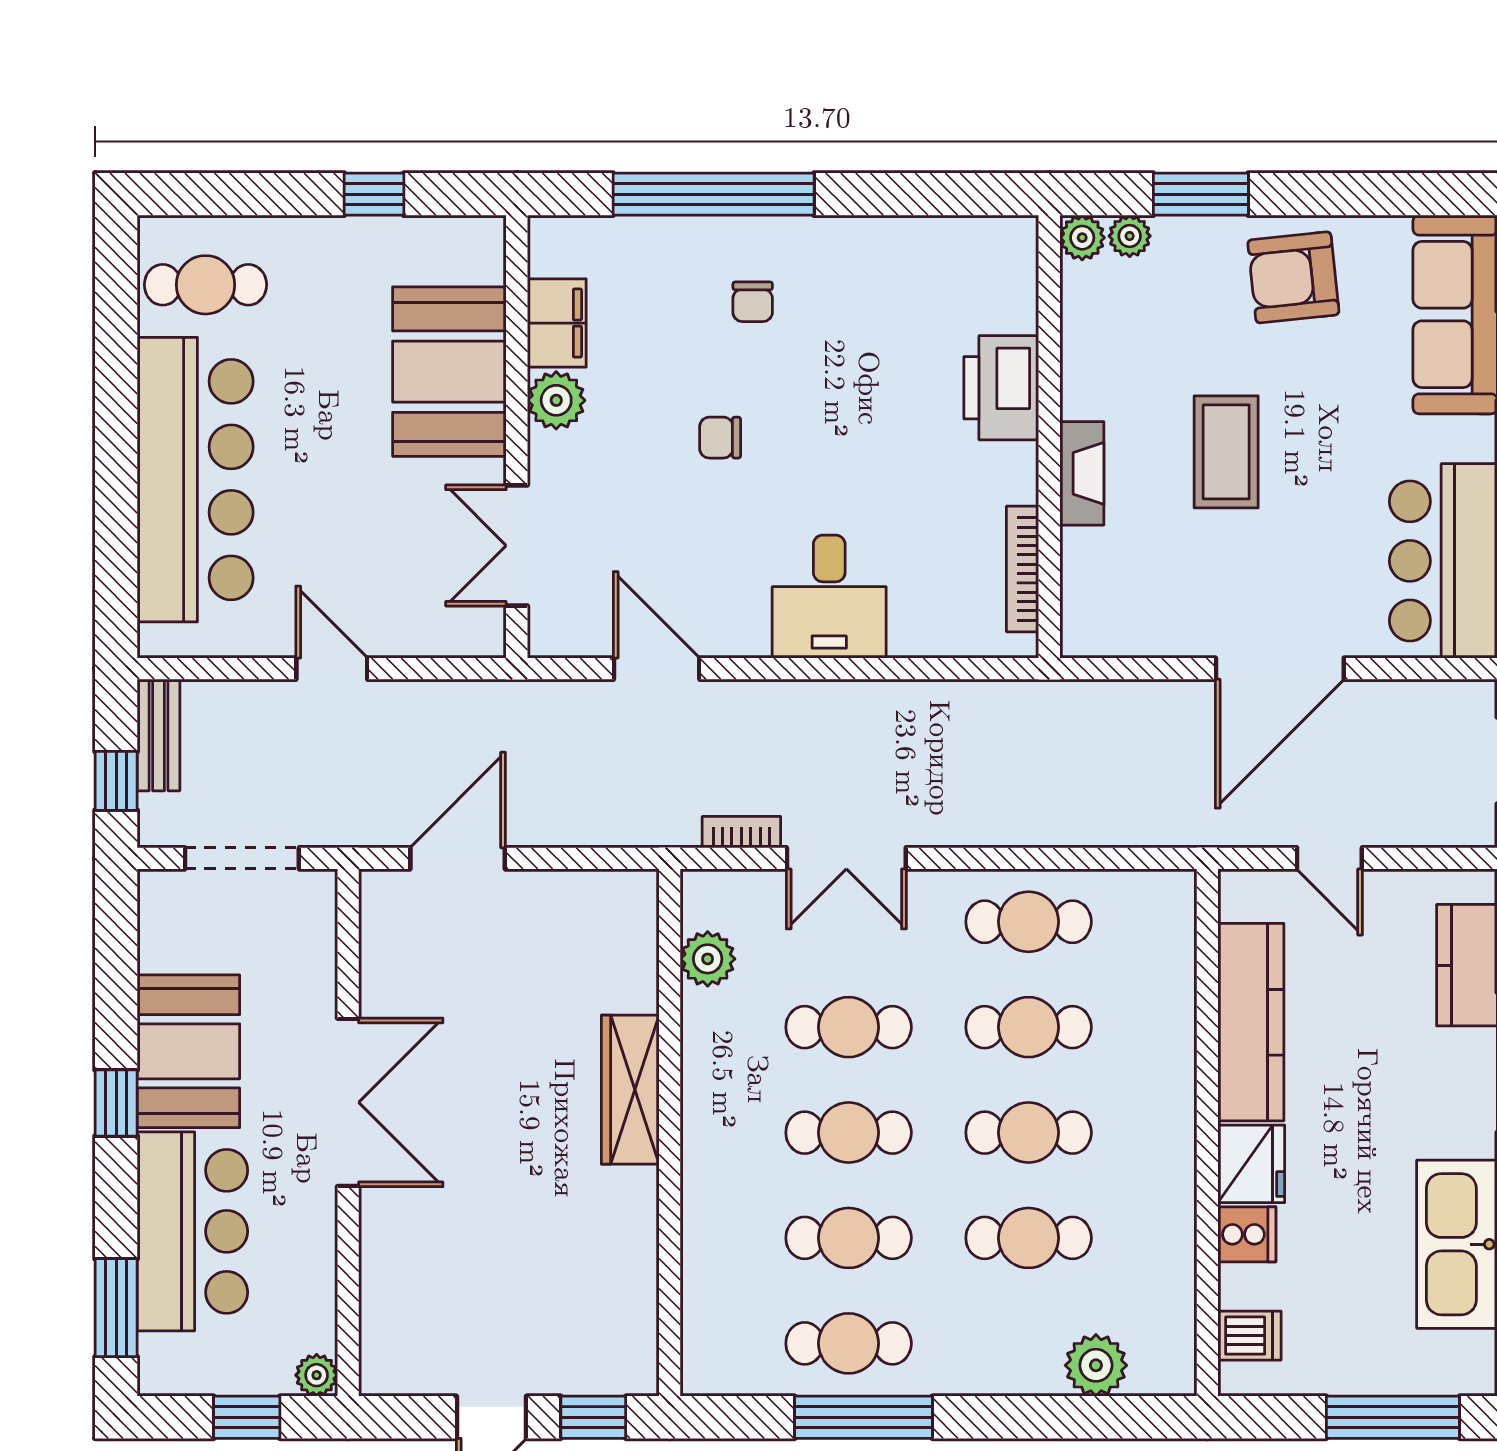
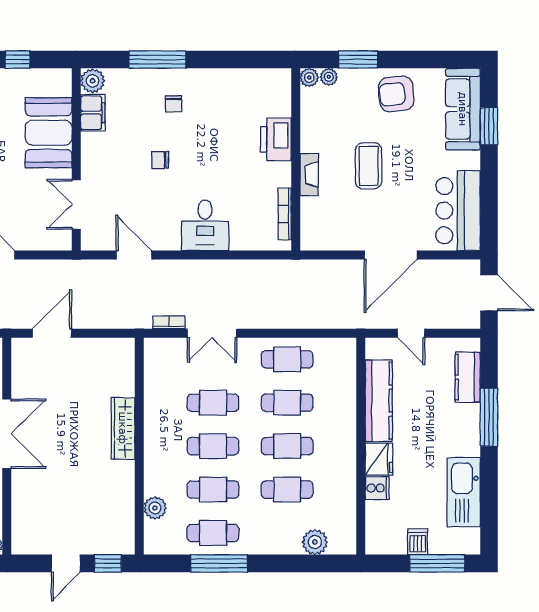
window: (714, 194) -> (157, 60), width x0.68
plant: (556, 400) -> (93, 81), moved
plant: (708, 959) -> (155, 508), moved
dishwasher: (1250, 1336) -> (418, 542), moved, turned -90

